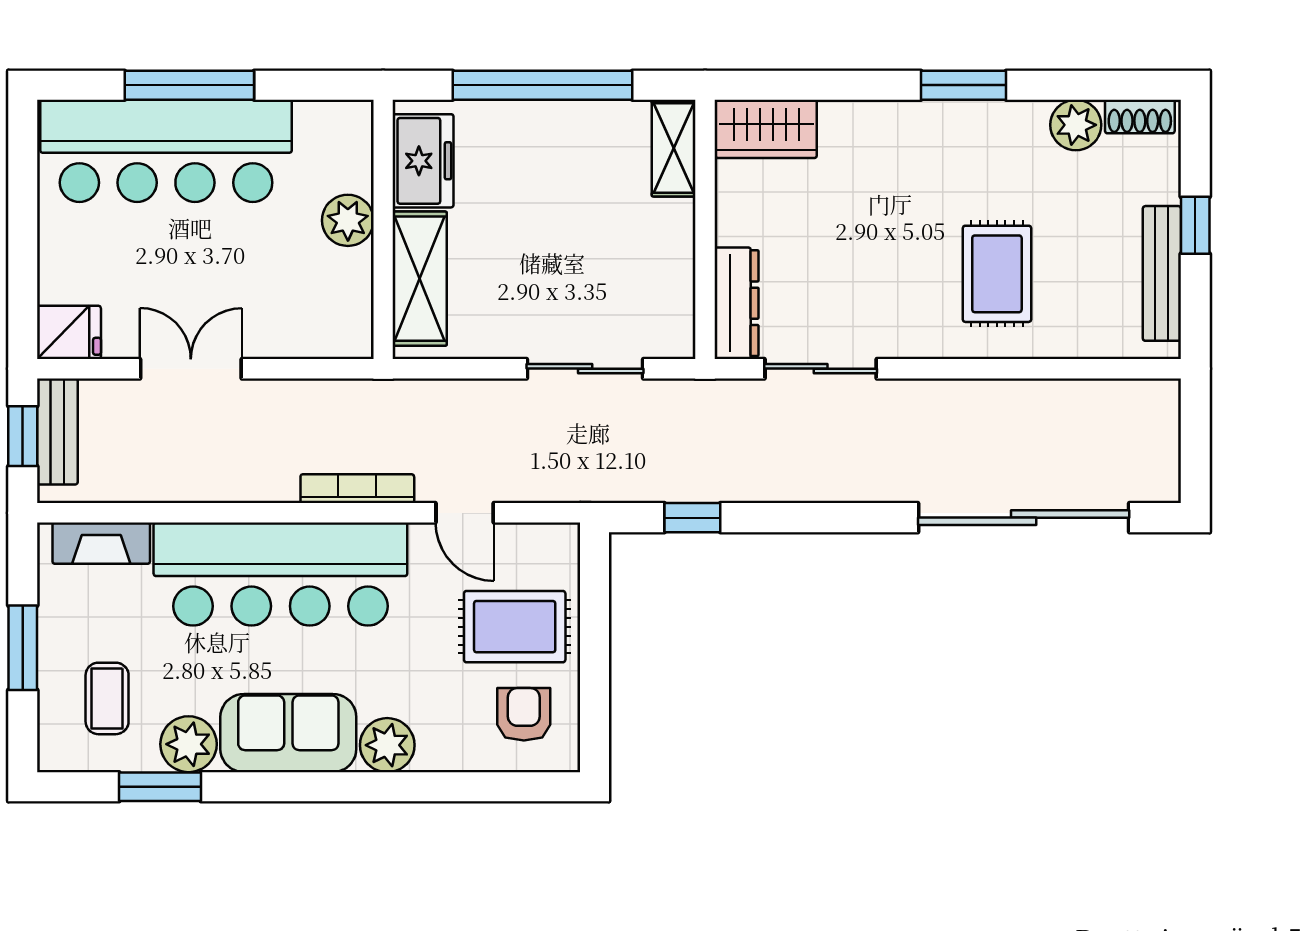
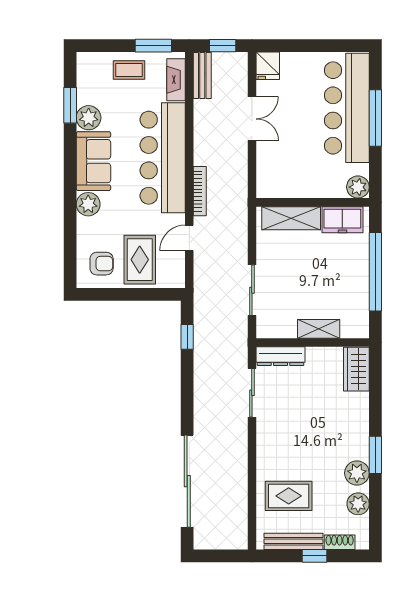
shoe rack: (1140, 116) -> (340, 542), moved, turned 90
plant: (1005, 128) -> (357, 473), added
shelving: (674, 148) -> (319, 329), moved
plant: (348, 220) -> (358, 187), moved
rug: (997, 274) -> (289, 496), moved
bench: (57, 431) -> (202, 76), moved, turned 90
window: (23, 648) -> (153, 46), moved
coffee table: (107, 698) -> (129, 70), moved

